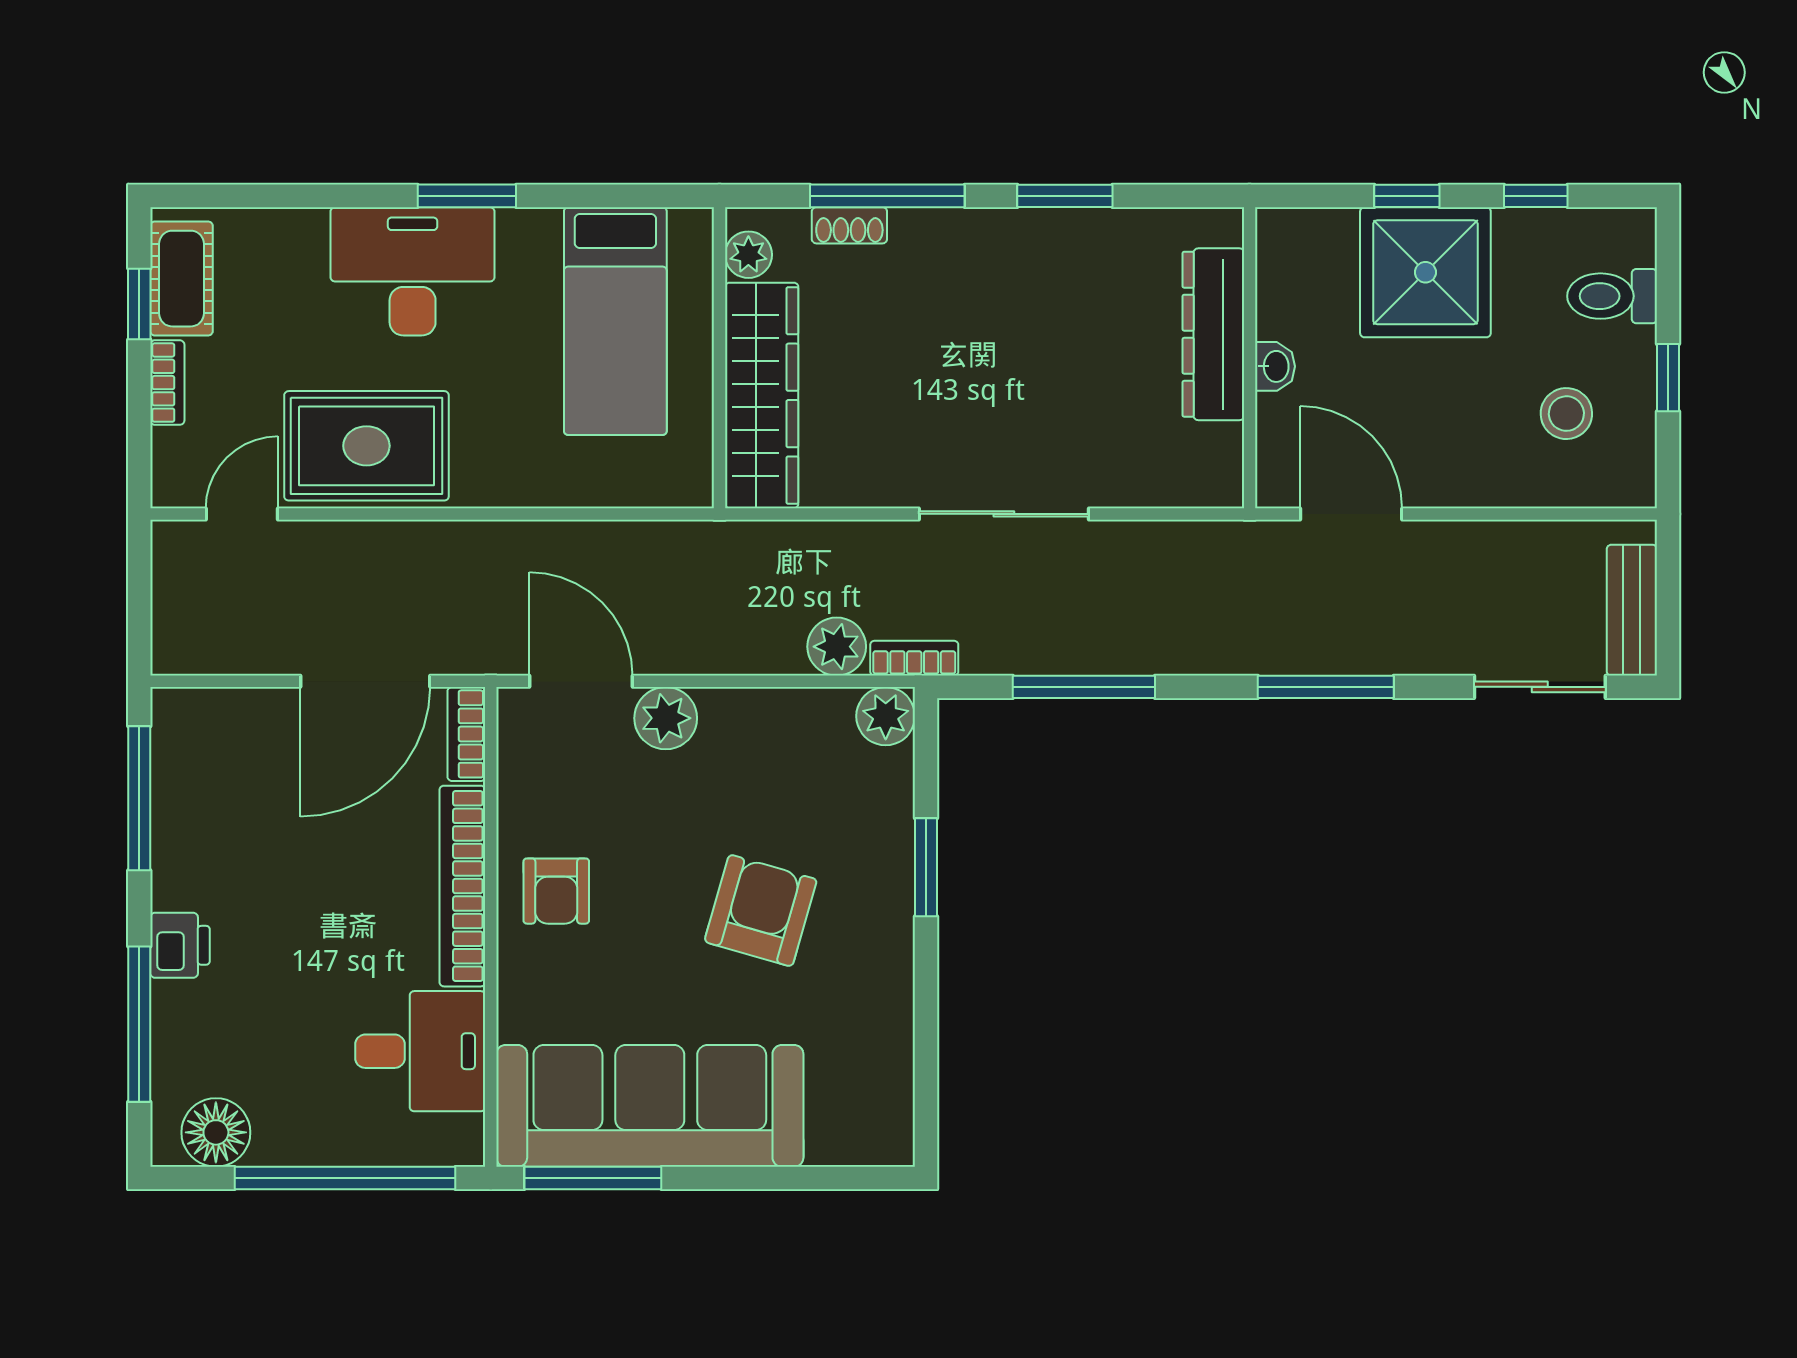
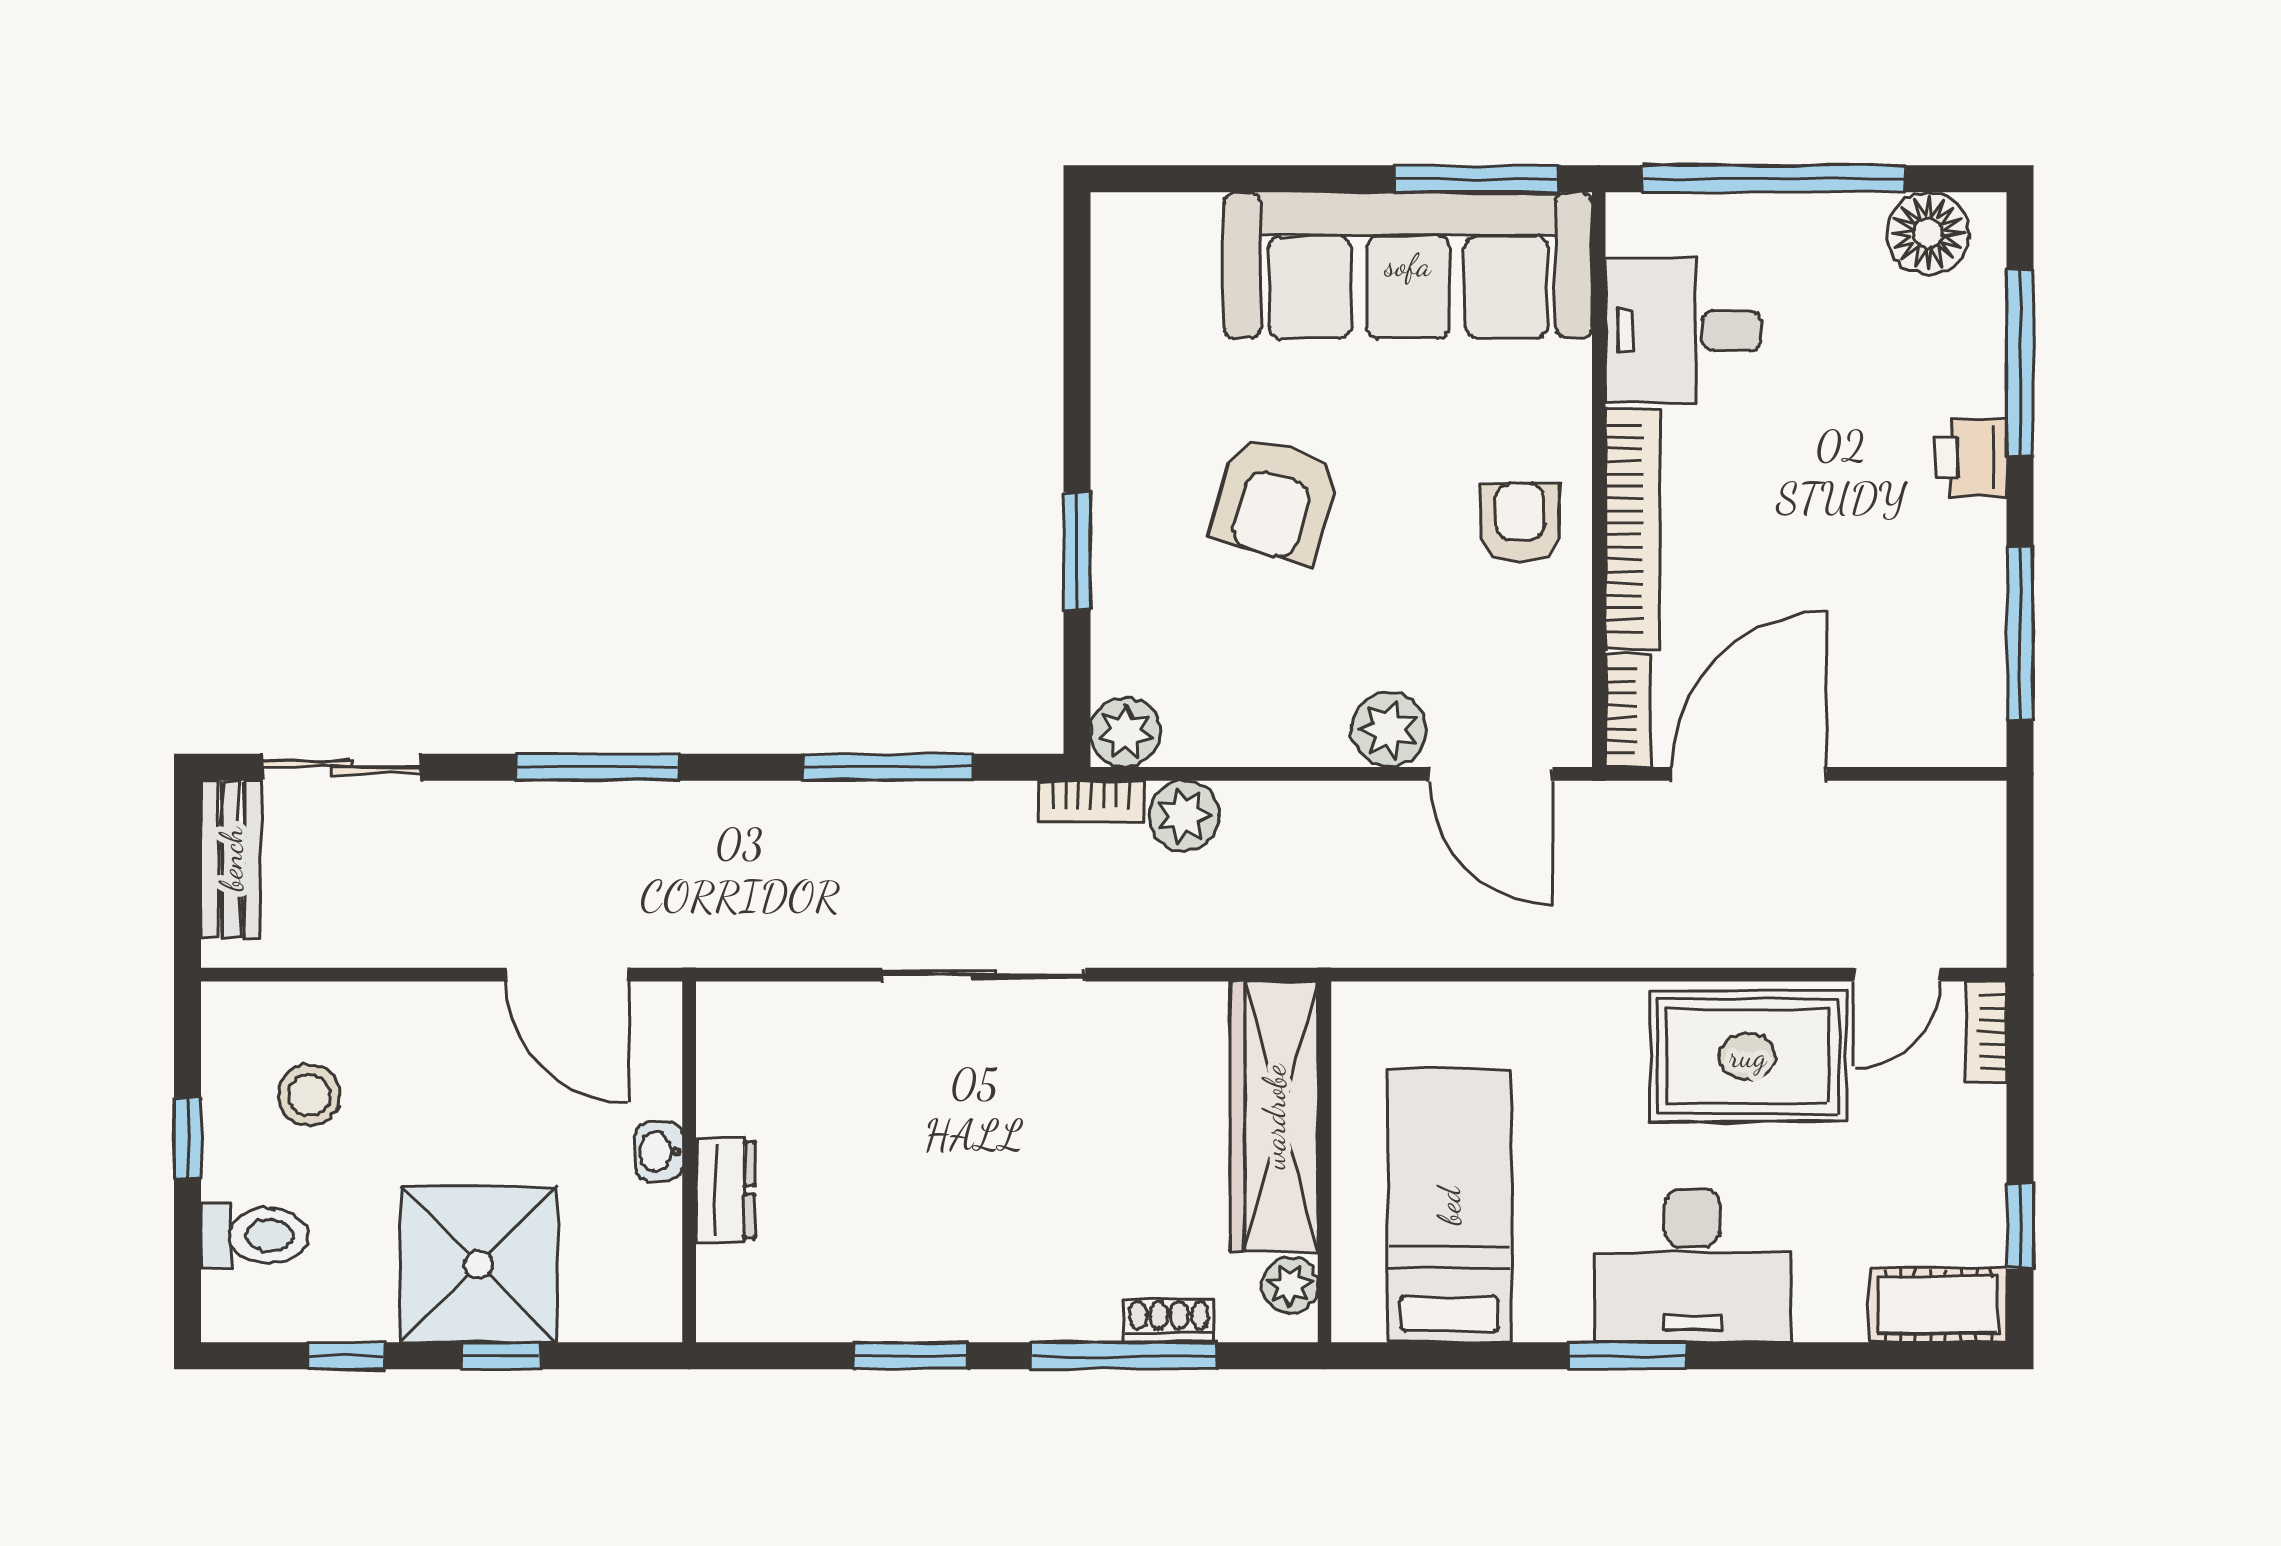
cot: (181, 279) -> (1938, 1305), moved, turned 90
dresser: (1213, 334) -> (725, 1190), width x0.51, depth x0.80
bookcase: (167, 383) -> (1986, 1032), moved

